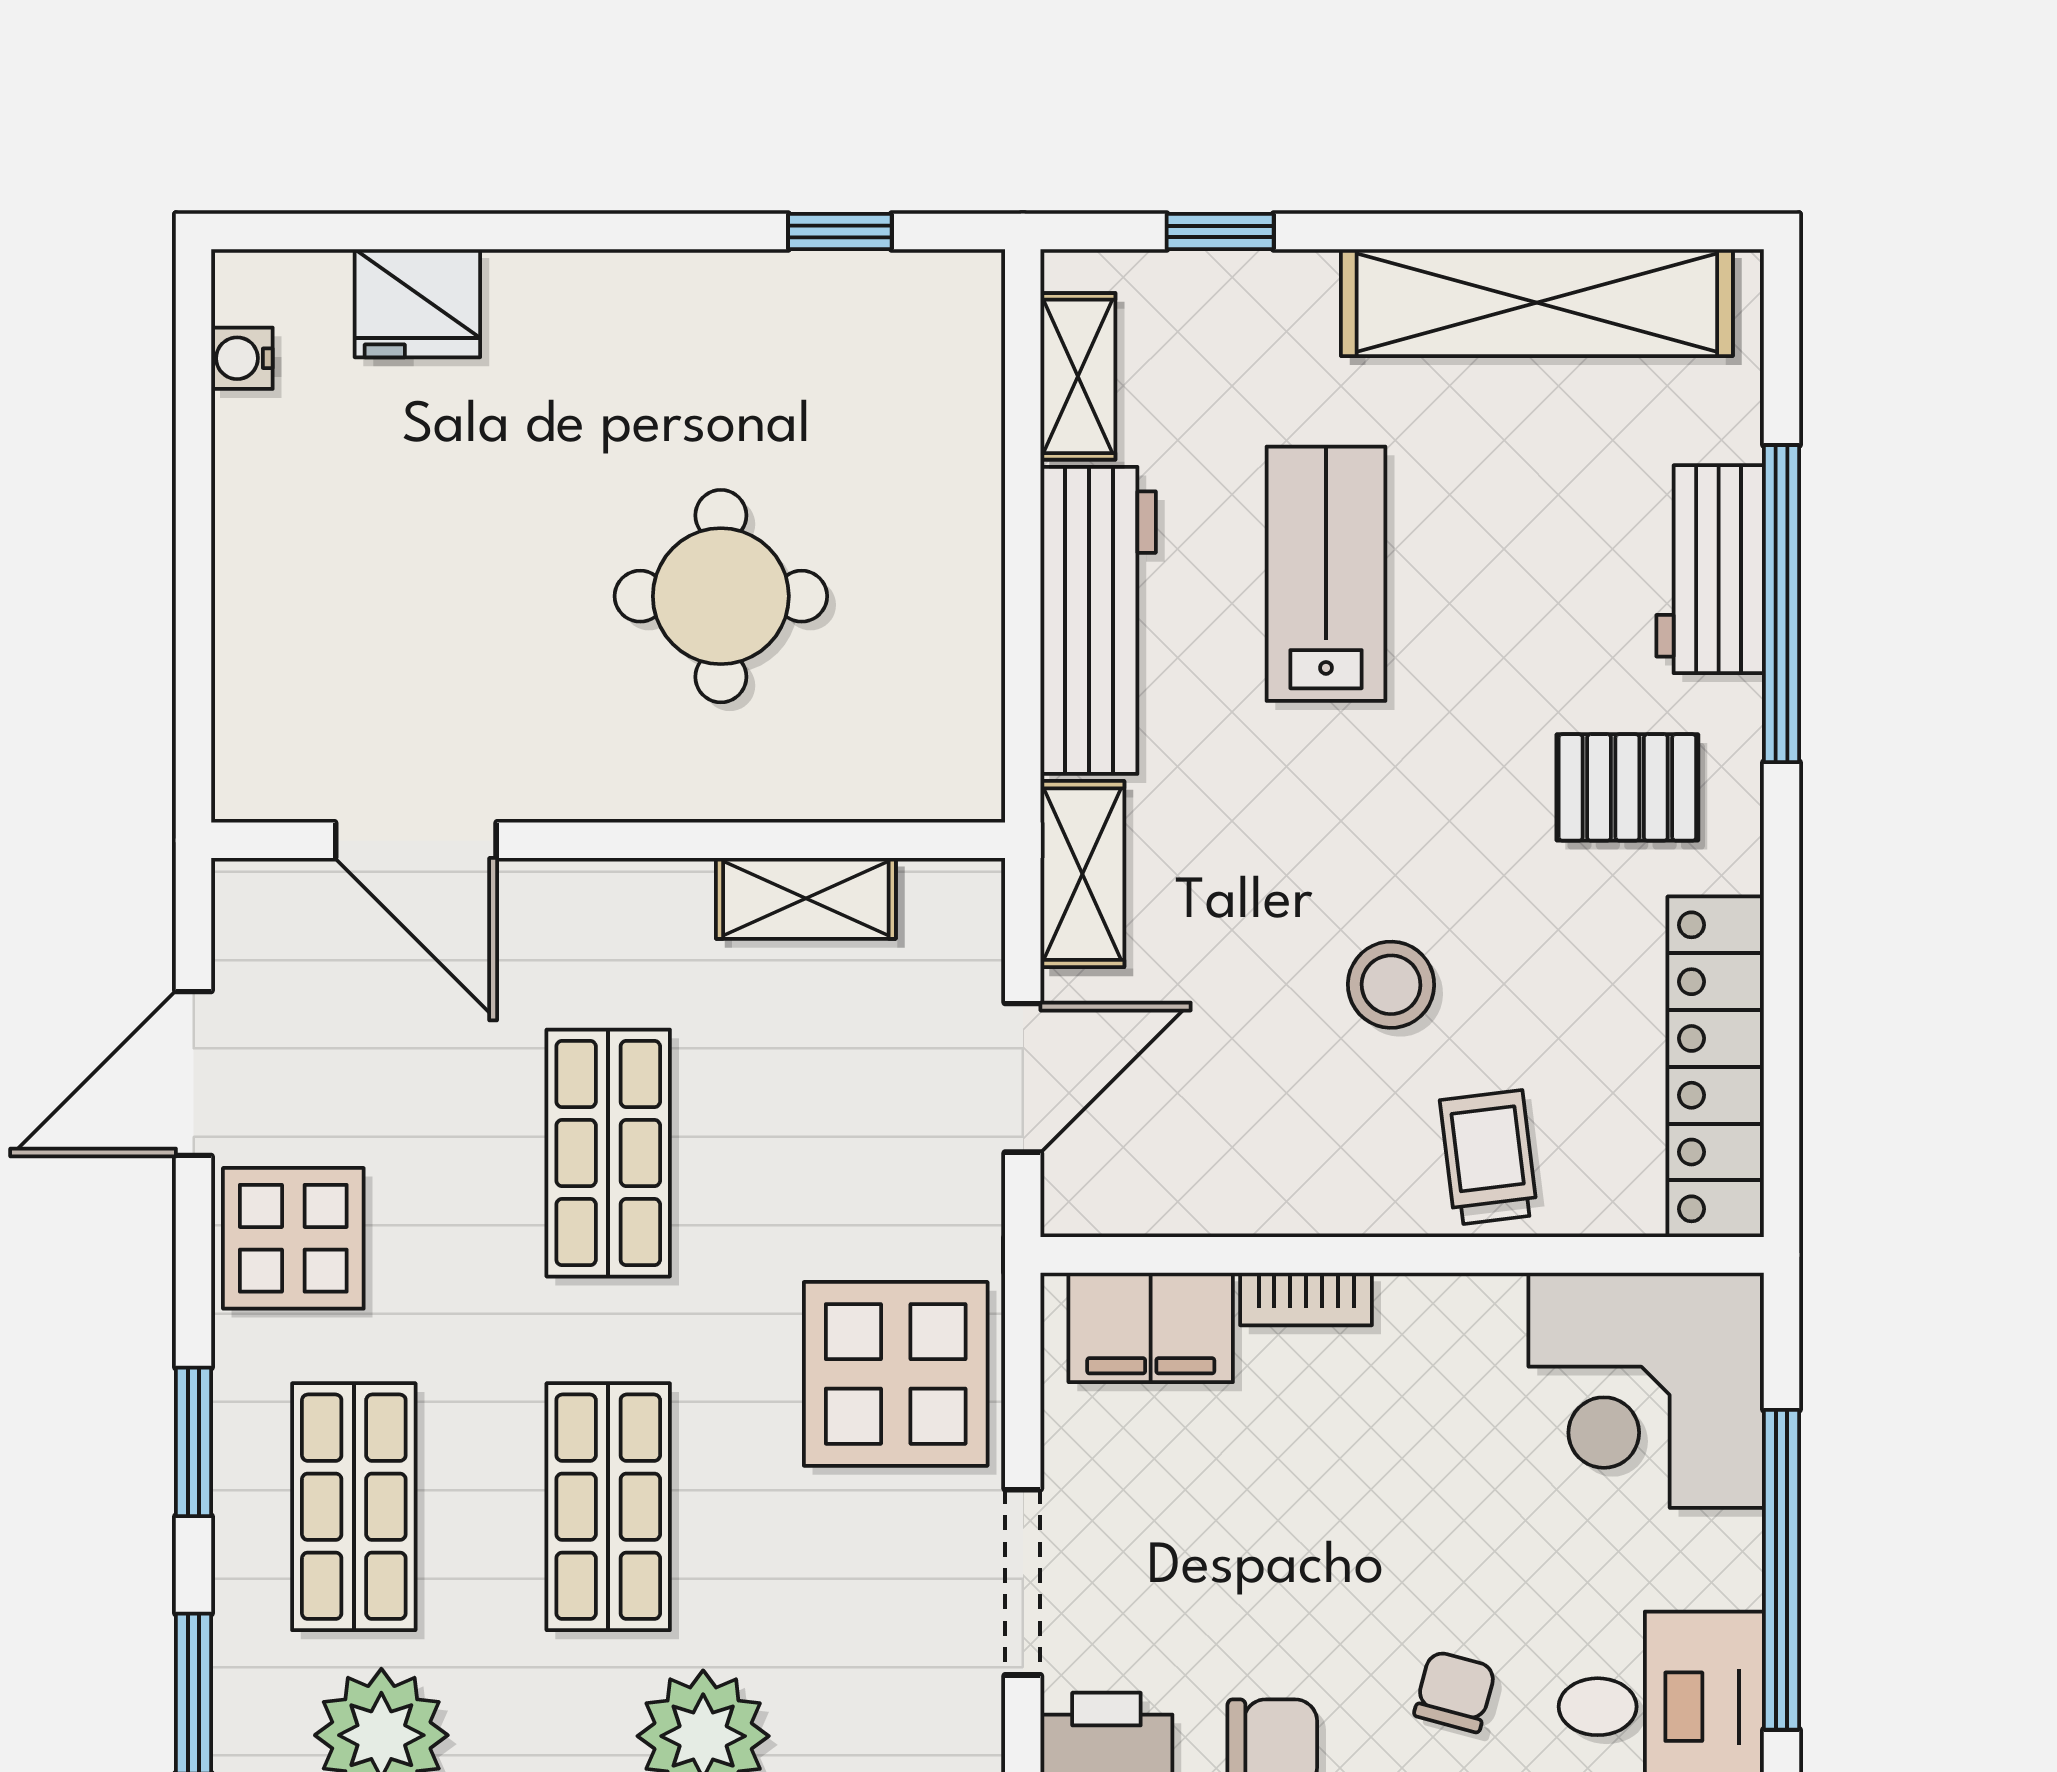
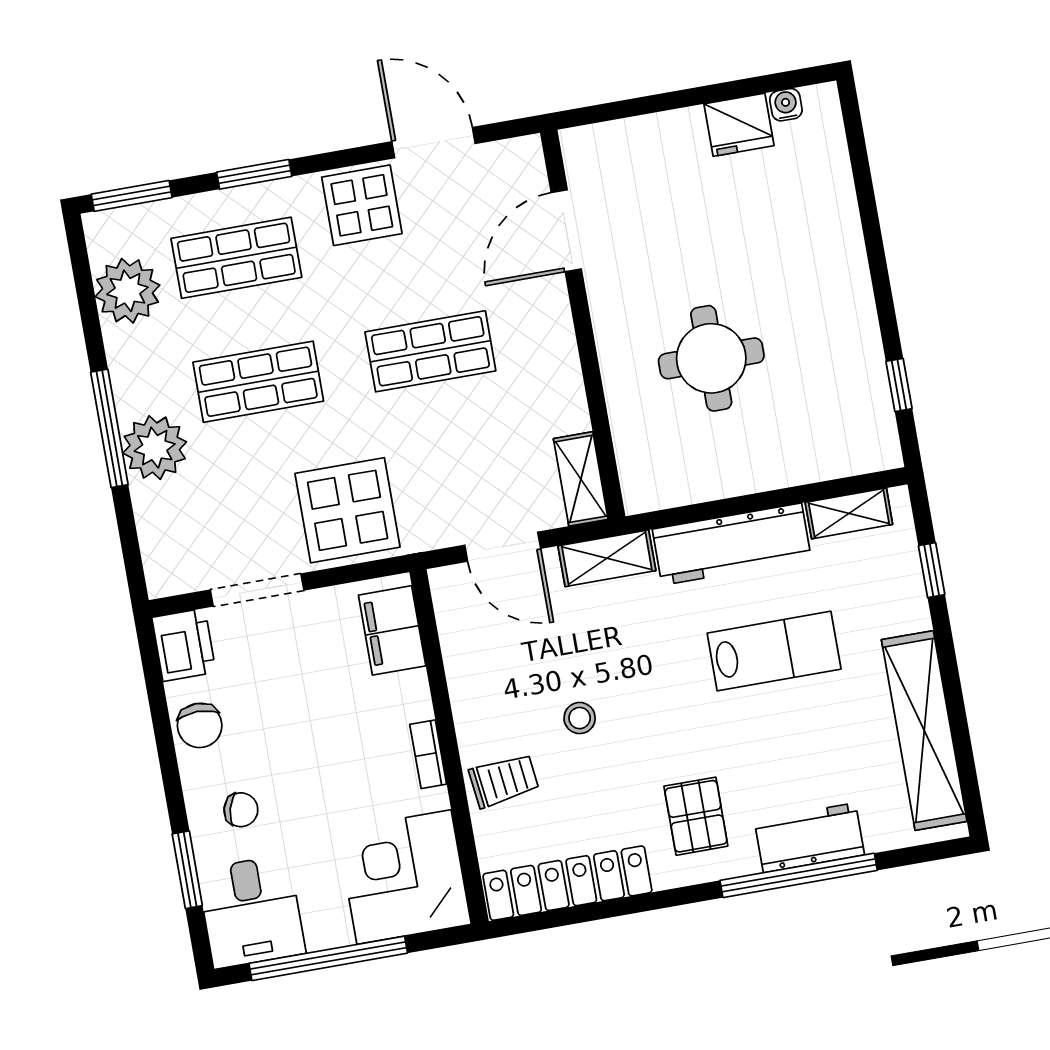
fridge: (417, 303) -> (739, 125), moved, turned -90
shelving: (806, 898) -> (581, 479), moved
stool: (1391, 985) -> (580, 718), width x0.73, depth x0.73
bookcase: (1306, 1299) -> (428, 754), moved

